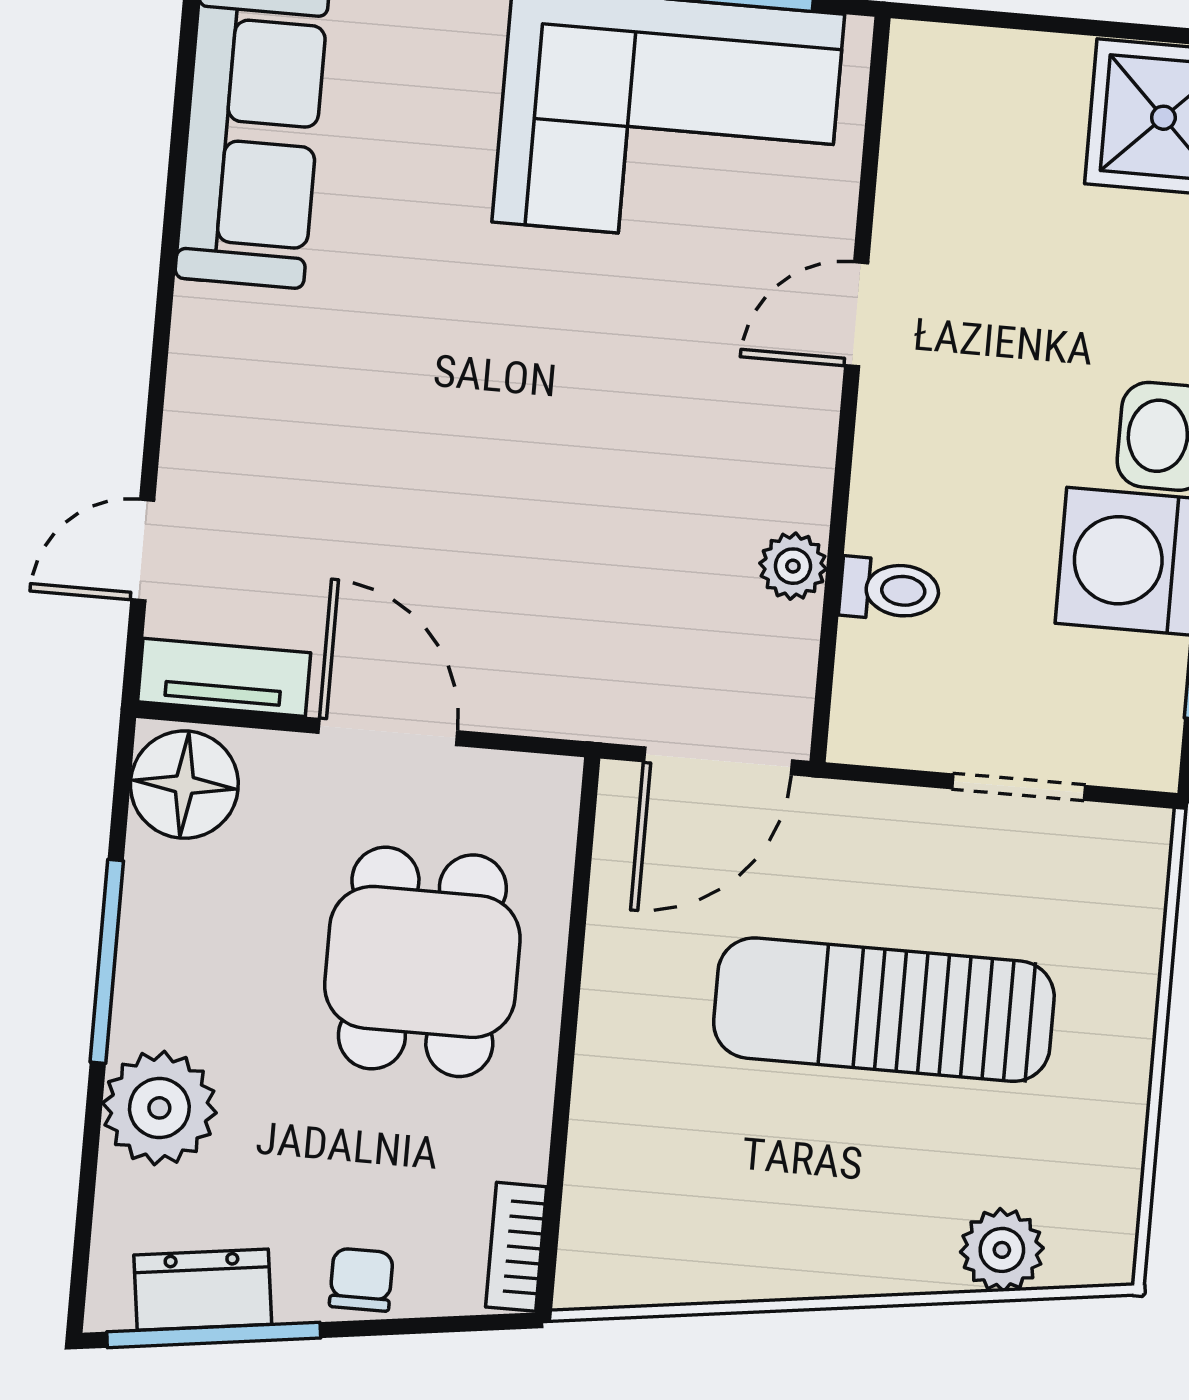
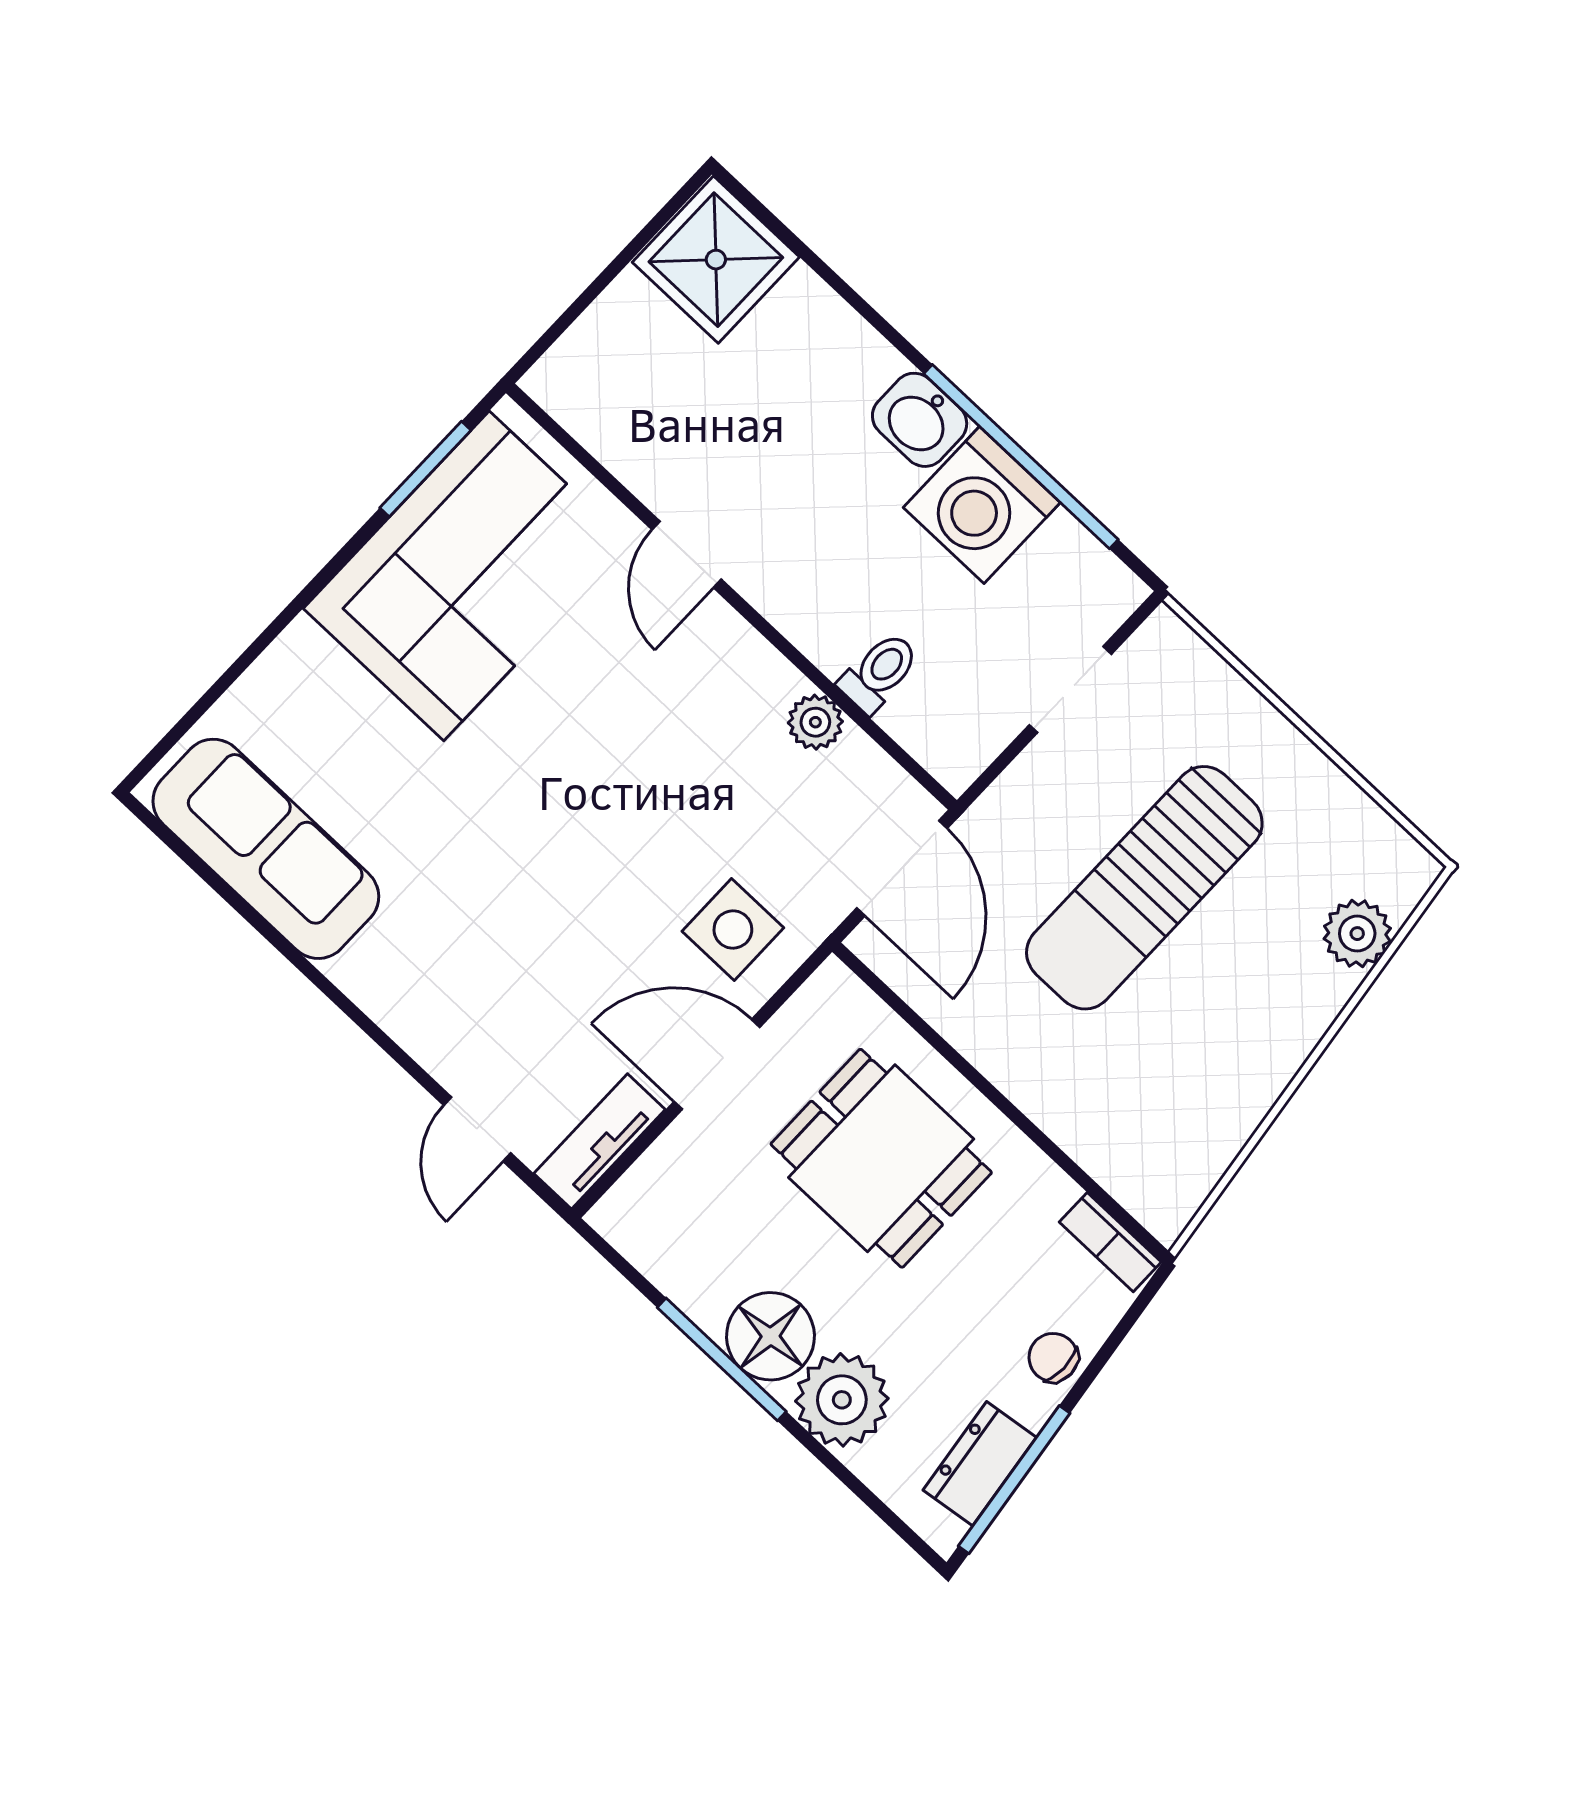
side table: (530, 645) -> (733, 930), added
floor lamp: (184, 785) -> (771, 1336), moved

